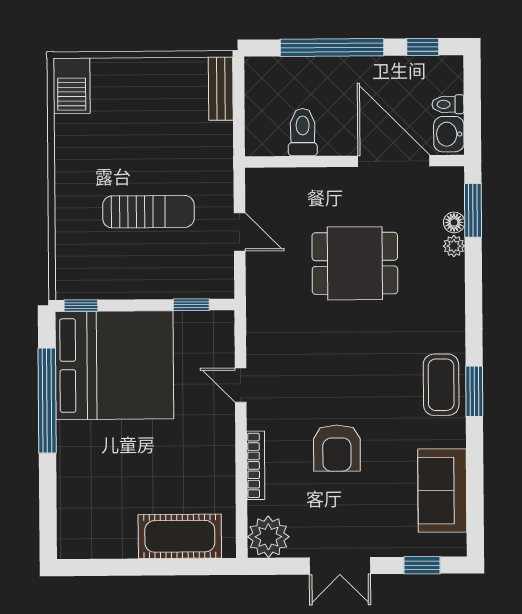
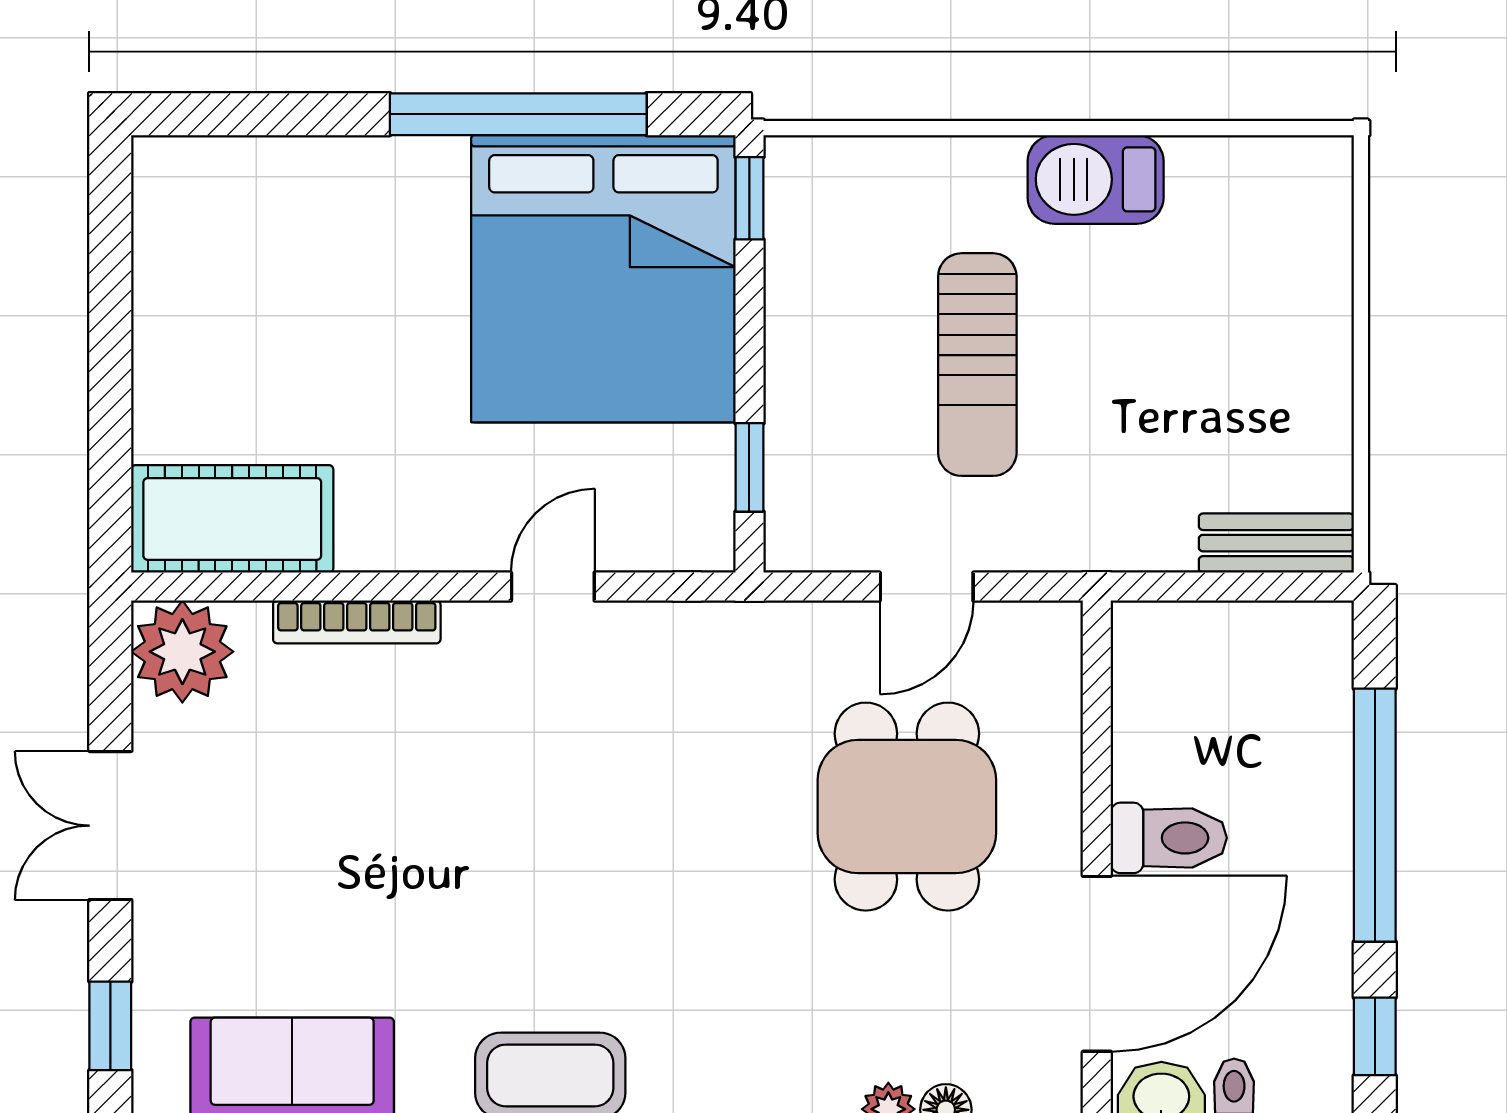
barbecue: (72, 86) -> (1096, 179), moved
toilet: (303, 132) -> (1169, 838), moved
dining table: (355, 263) -> (907, 807), moved
armchair: (337, 448) -> (398, 820), removed
cot: (180, 536) -> (232, 519), moved, turned 90

